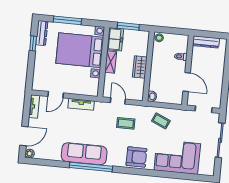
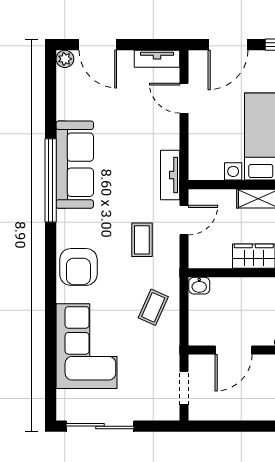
door: (30, 70) -> (228, 45), added
tv unit: (81, 104) -> (170, 175), moved
sliding door: (220, 140) -> (100, 426), moved

